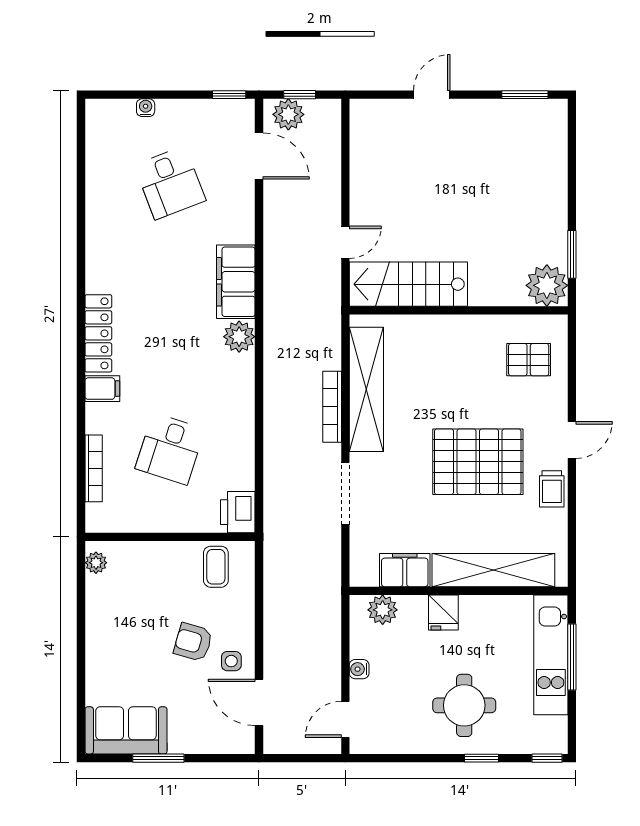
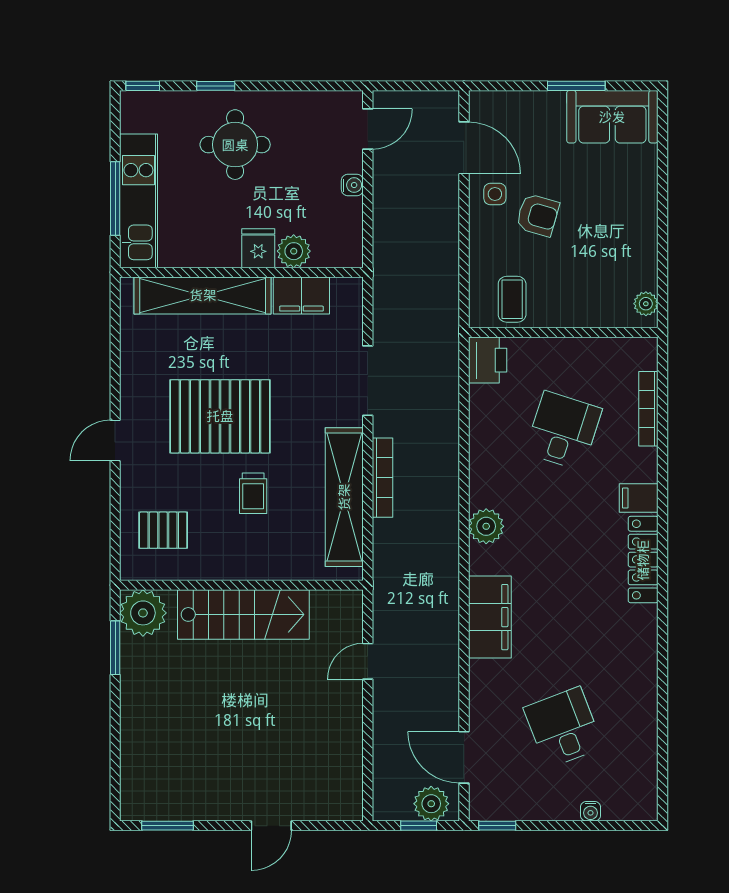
stairs: (408, 284) -> (243, 614), moved
plant: (239, 337) -> (486, 526), moved
trolley: (552, 489) -> (253, 493), moved, turned 180
plant: (383, 610) -> (294, 251), moved

